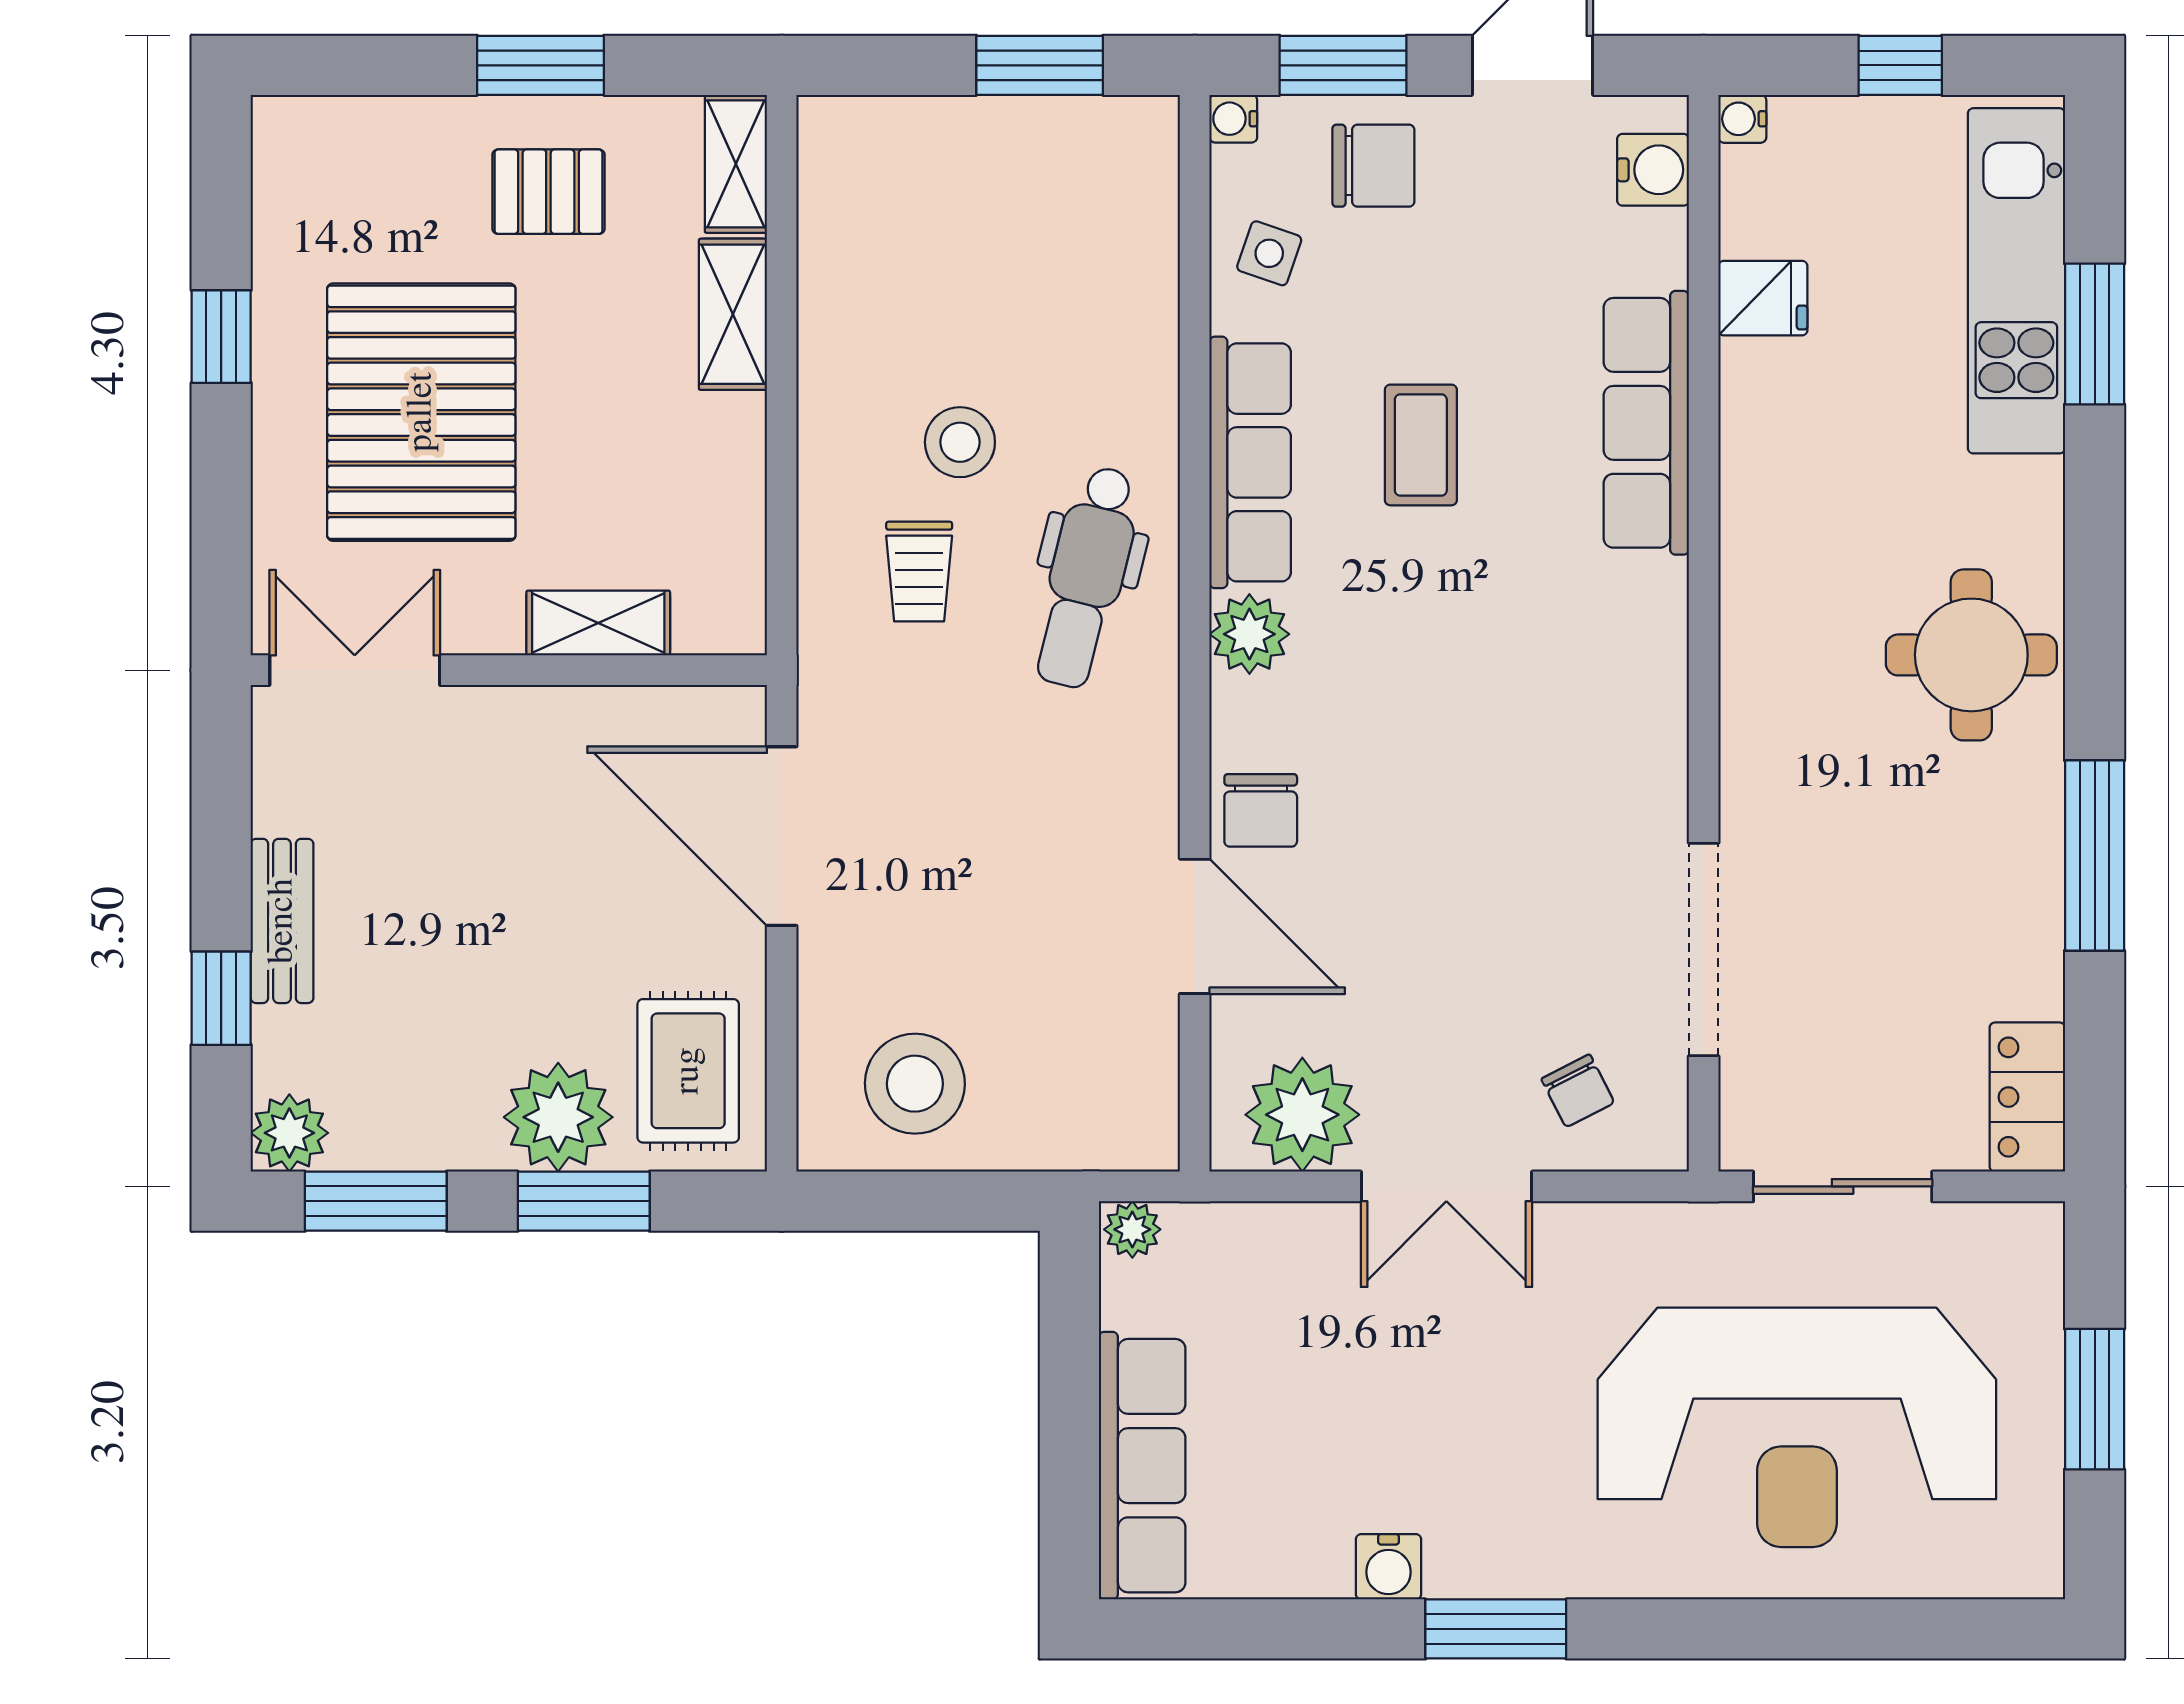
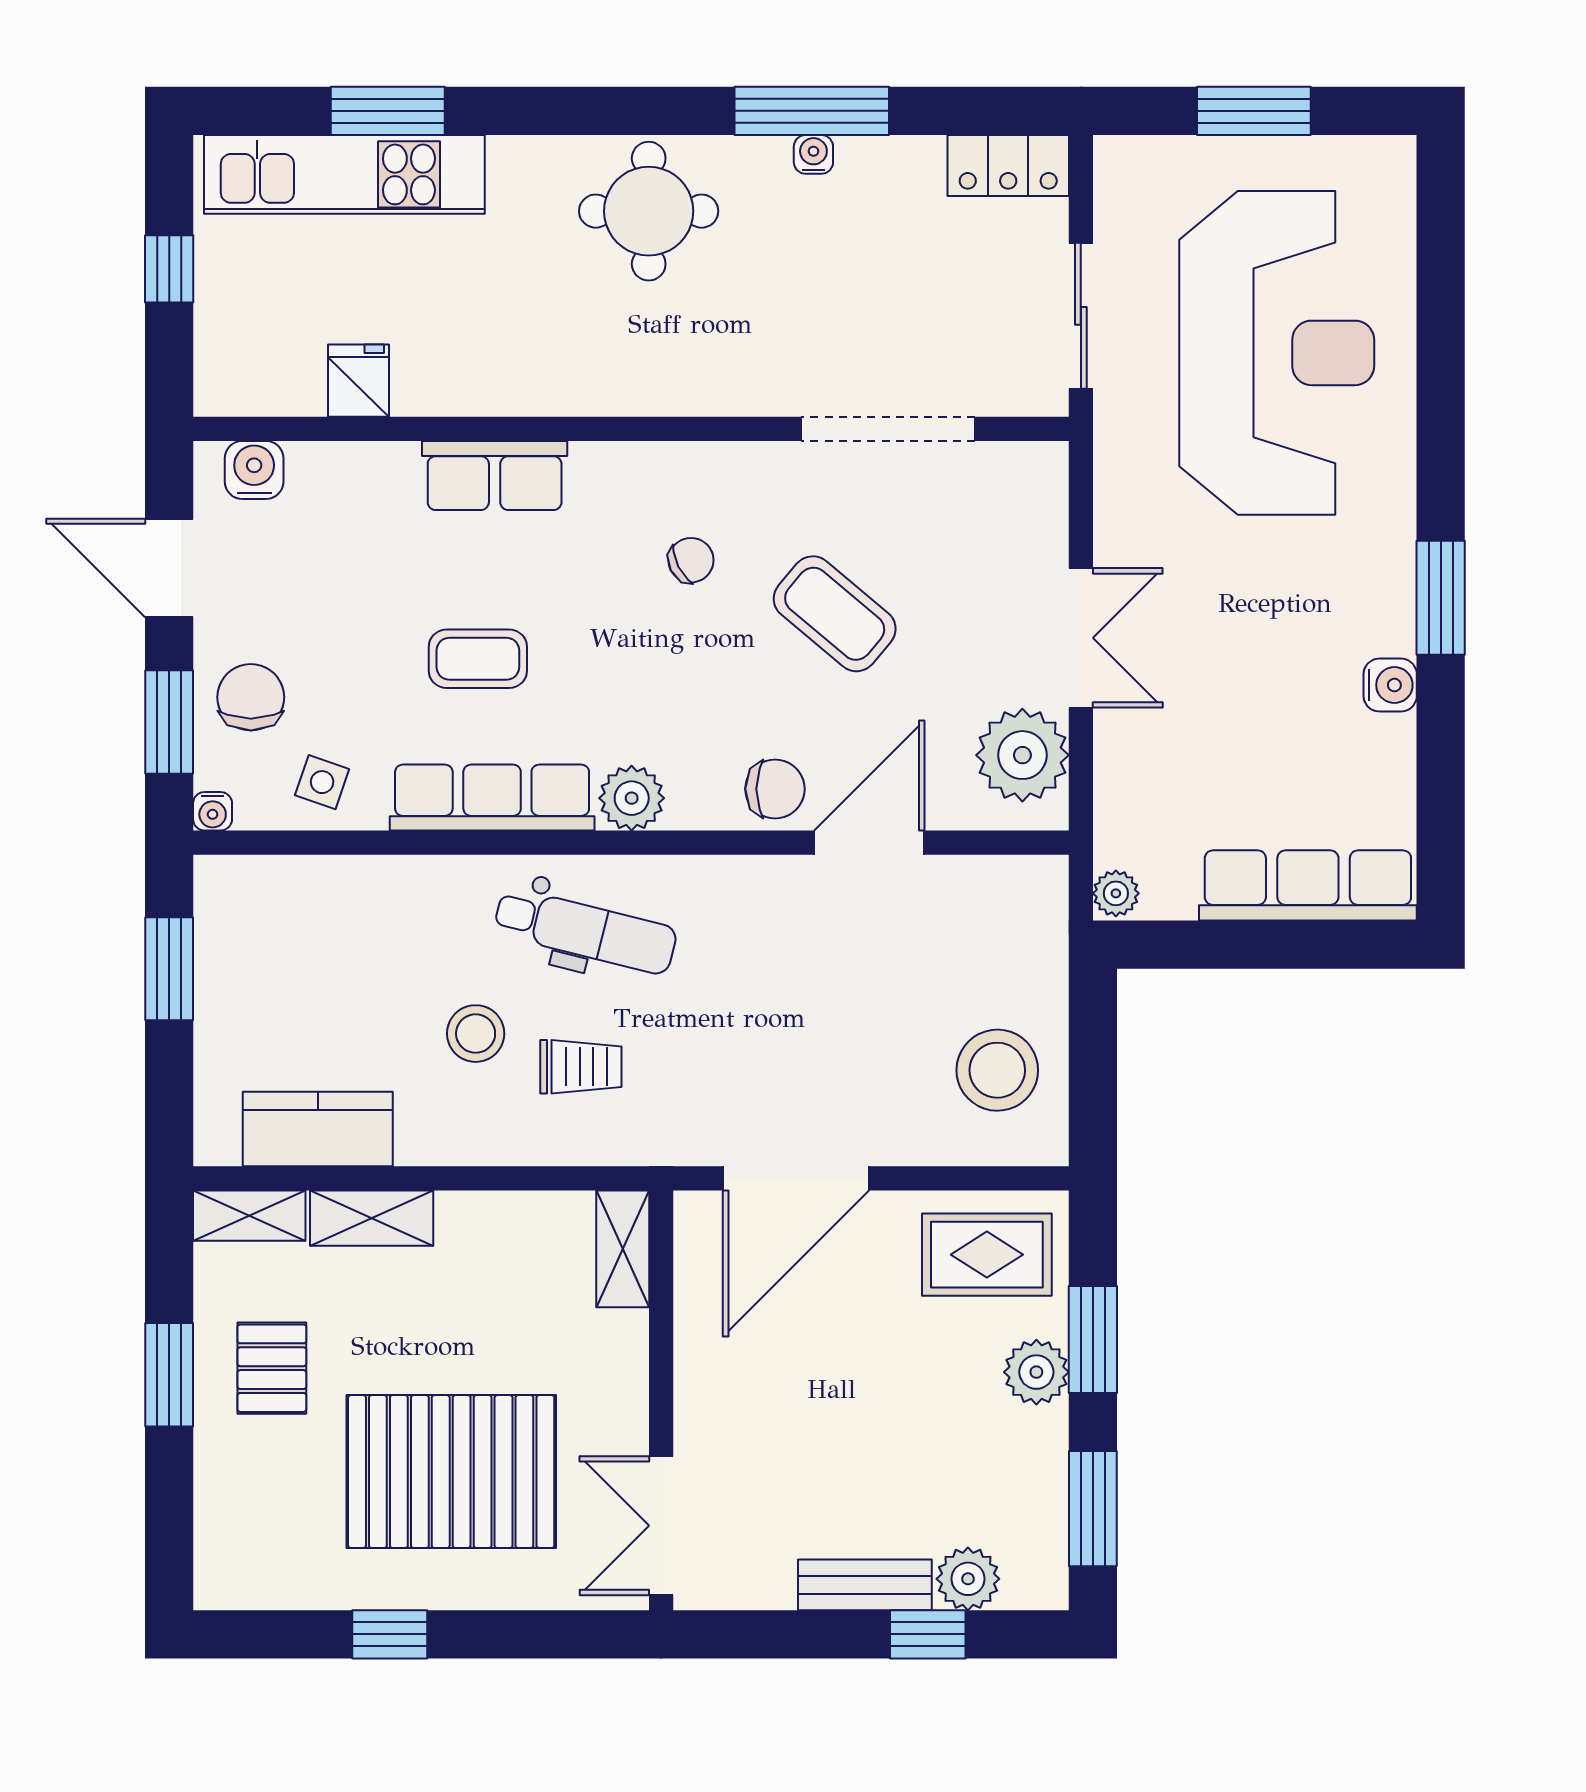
water cooler: (1742, 119) -> (813, 154), moved, turned 180
kitchen counter: (843, 248) -> (318, 1129), added
row of seats: (1646, 423) -> (495, 475), width x0.68
shelving: (598, 623) -> (623, 1249), moved
coffee table: (1476, 884) -> (835, 614), added
chair: (1578, 1091) -> (691, 560), moved
plant: (558, 1117) -> (1036, 1372), width x0.73, depth x0.73
plant: (289, 1133) -> (968, 1579), moved

